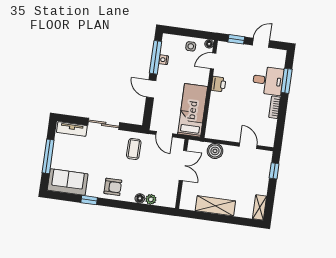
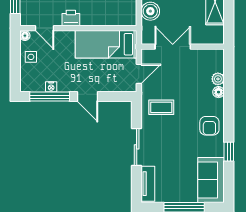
door: (151, 89) -> (88, 97), hinge flipped
armchair: (113, 187) -> (209, 126), turned 180

